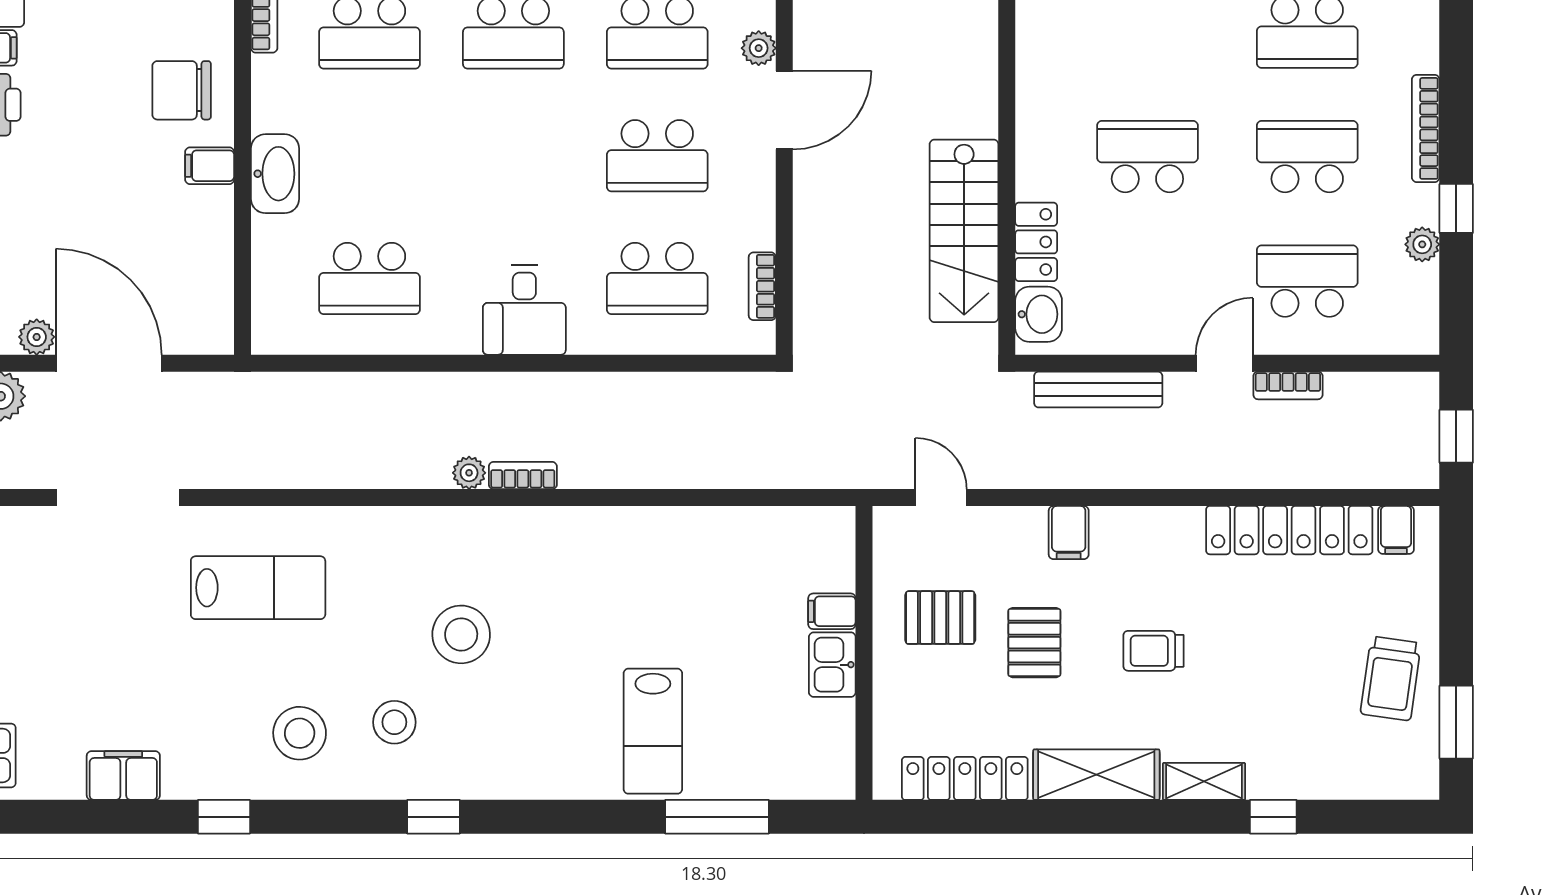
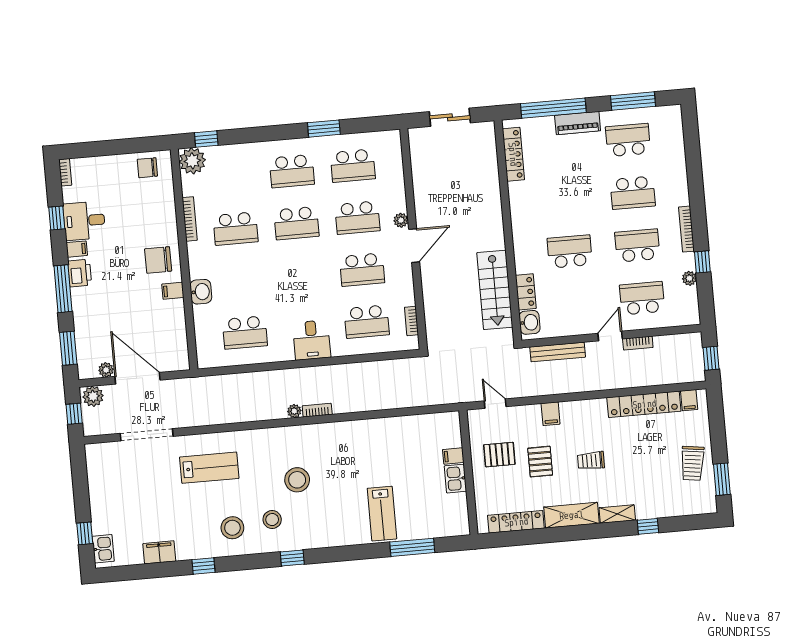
washbasin: (275, 174) -> (201, 292), width x0.72

